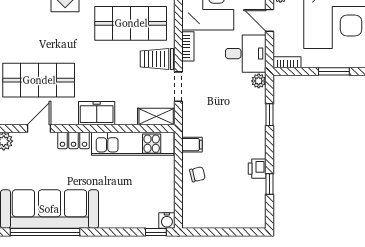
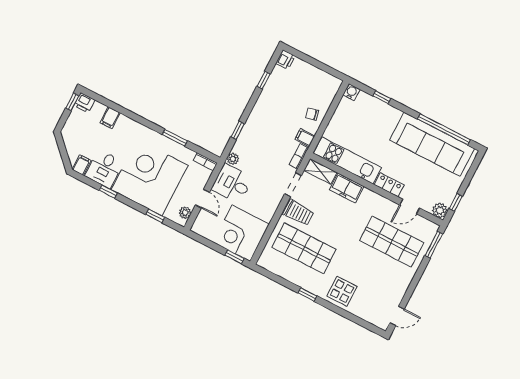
bookcase: (188, 46) -> (299, 156), moved
freezer: (97, 113) -> (347, 188), moved
printer: (257, 169) -> (285, 60), moved
window: (156, 232) -> (382, 97), moved

